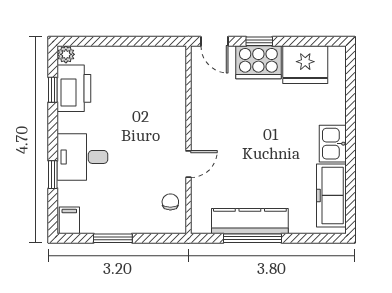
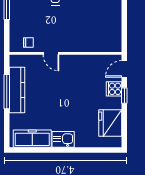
cooker: (258, 62) -> (114, 89), width x0.53, depth x0.76

